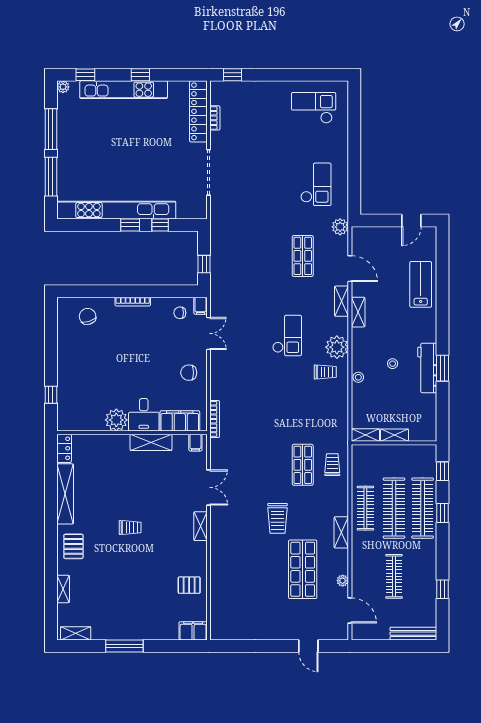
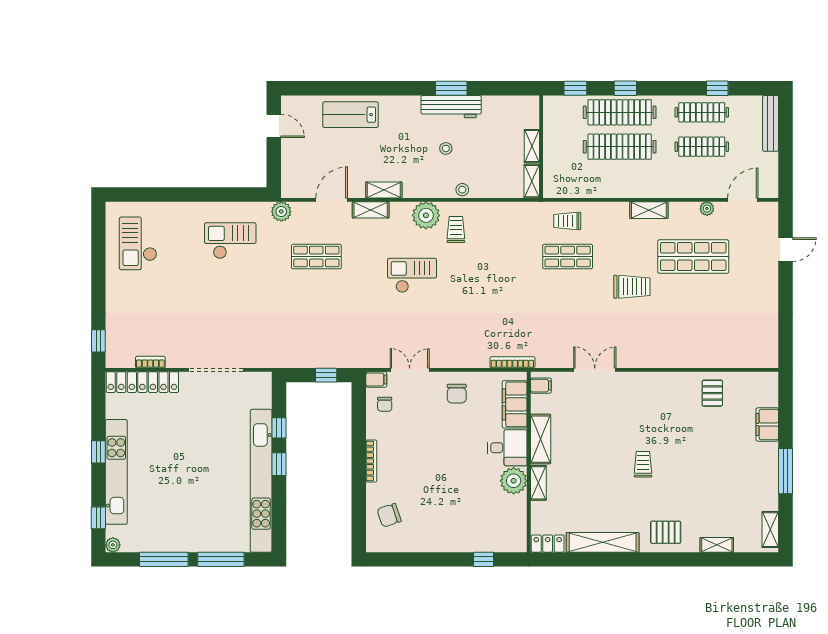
clothes rail: (365, 508) -> (702, 112), moved
shelving: (200, 526) -> (538, 483), moved, turned 90
filing cabinet: (193, 631) -> (767, 424), moved

